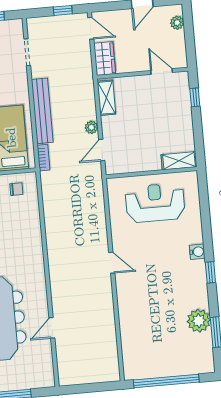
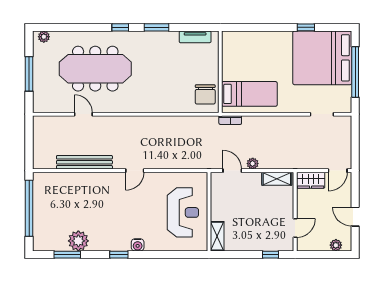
window: (63, 10) -> (355, 148), removed
bench: (42, 111) -> (84, 162), moved
chair: (16, 189) -> (205, 94), width x1.87, depth x1.87

